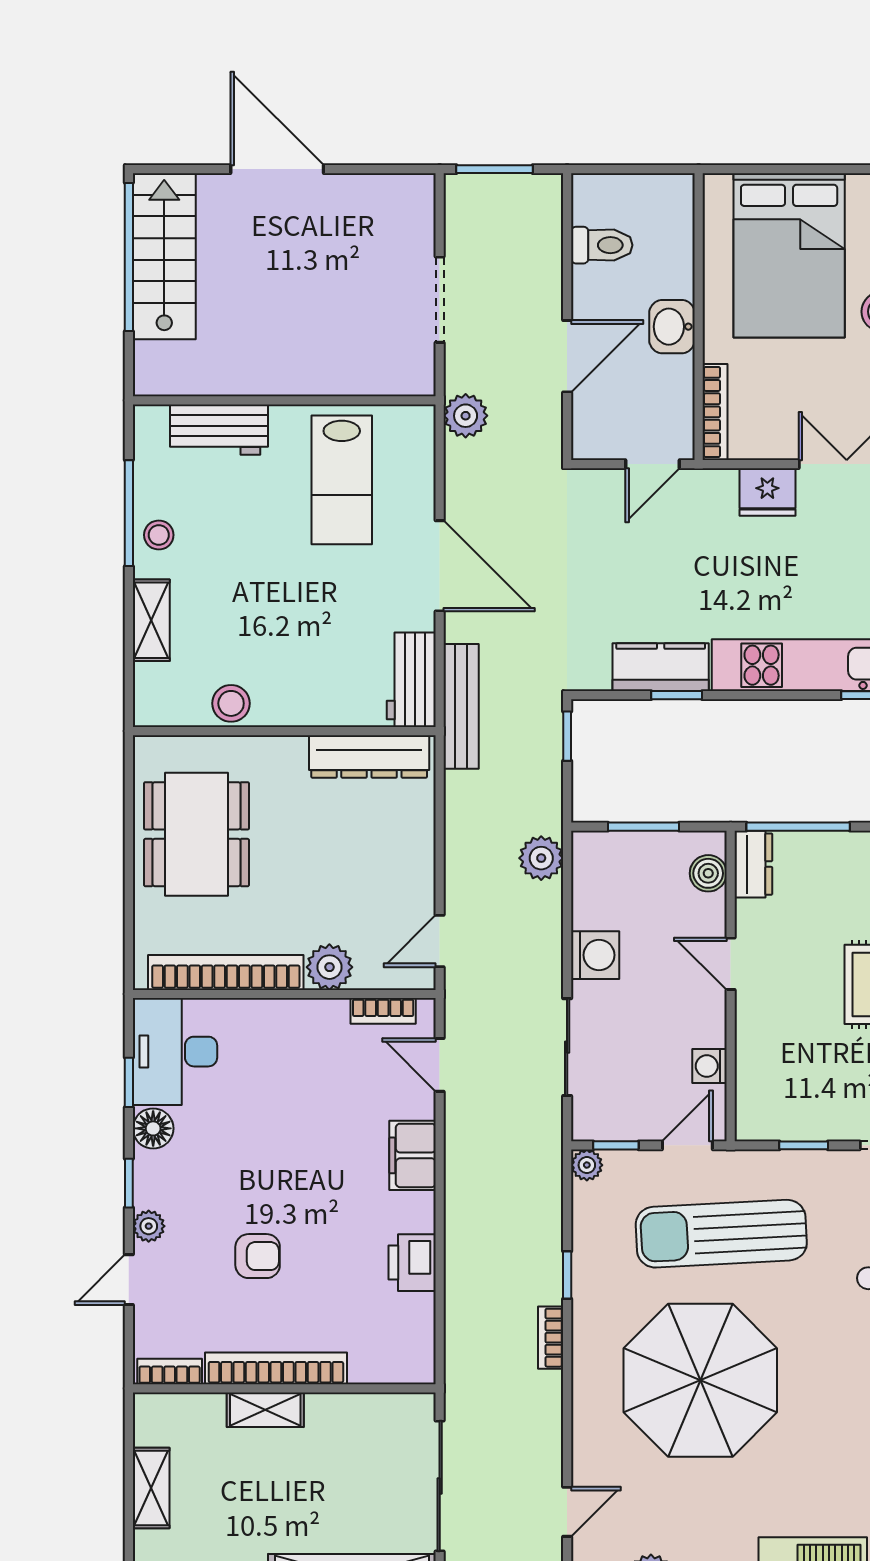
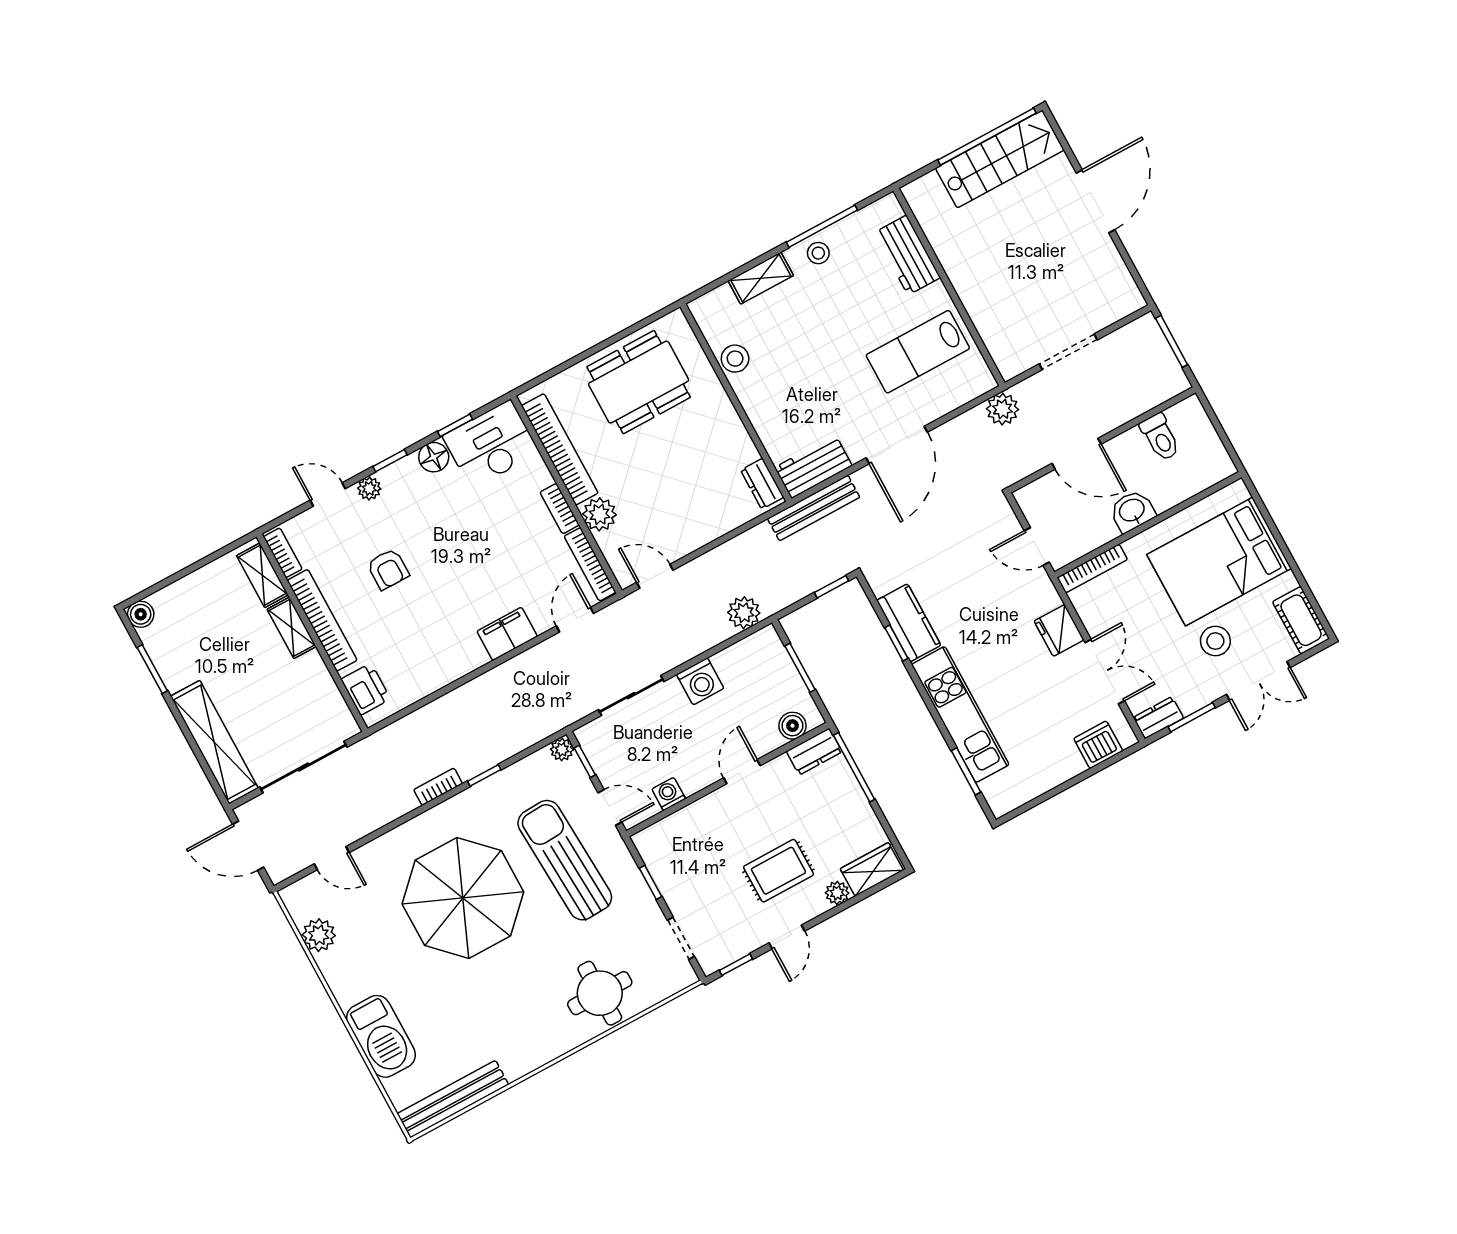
dresser: (369, 756) -> (762, 484), width x0.51, depth x0.80
bookcase: (297, 1011) -> (560, 509), added
bookcase: (383, 1011) -> (590, 564), width x1.56
printer: (412, 1263) -> (366, 689), moved, turned 90
shelving: (151, 1488) -> (262, 575), moved, turned 90

